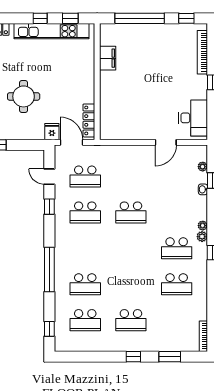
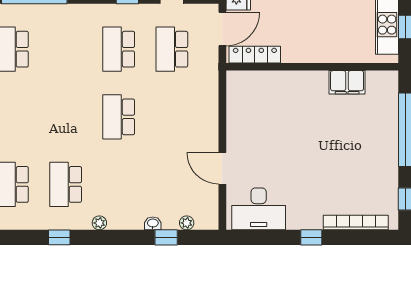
plant: (202, 237) -> (83, 222), removed

